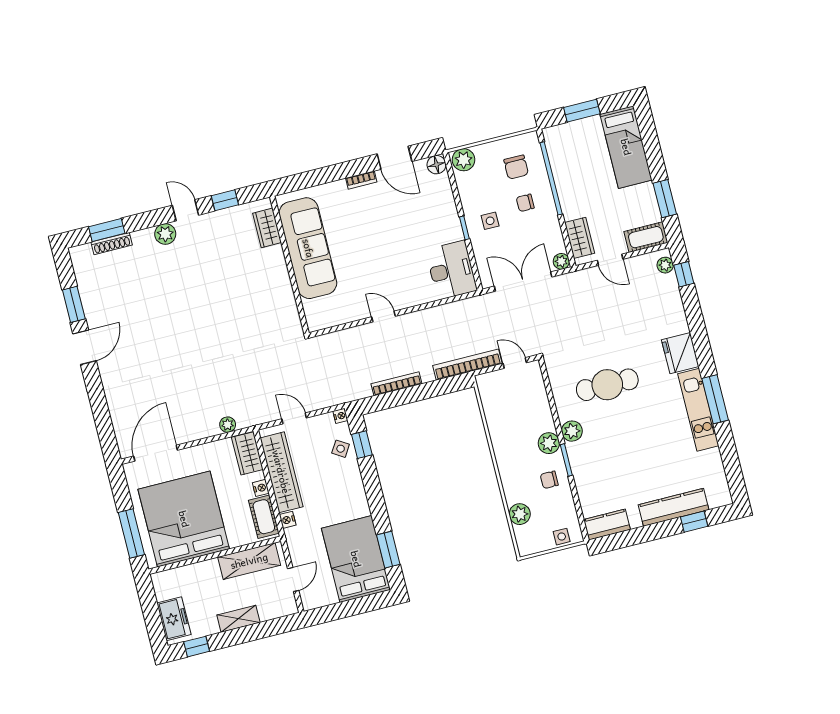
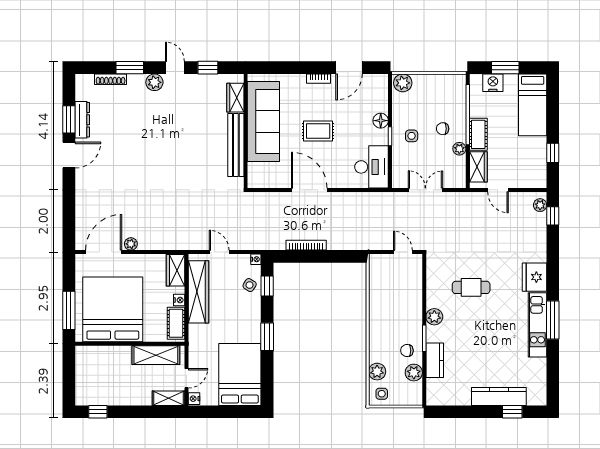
nightstand: (572, 133) -> (493, 83), added
door: (394, 158) -> (349, 68), hinge flipped
floor lamp: (437, 165) -> (381, 121), moved
chair: (516, 167) -> (443, 99), removed
window: (665, 199) -> (553, 153), width x0.67
window: (107, 230) -> (130, 68), moved
cot: (646, 237) -> (478, 134), moved, turned 90
rug: (376, 243) -> (318, 131), added
plant: (561, 261) -> (459, 149), moved
double door: (523, 282) -> (425, 190), width x0.73
bench: (282, 285) -> (236, 145), added
dresser: (90, 301) -> (82, 120), added
door: (383, 317) -> (309, 190), width x1.87
bookcase: (467, 365) -> (365, 244), removed
cafe table: (607, 385) -> (471, 287), width x0.73, depth x0.74
plant: (228, 425) -> (131, 244), moved
plant: (549, 443) -> (414, 373), moved
nightstand: (288, 520) -> (194, 399), moved
kitchen counter: (607, 524) -> (435, 360), moved, turned 90
side table: (562, 537) -> (382, 394), moved
window: (388, 550) -> (267, 337), moved
freezer: (174, 619) -> (85, 385), removed
shelving: (238, 619) -> (169, 398), moved

